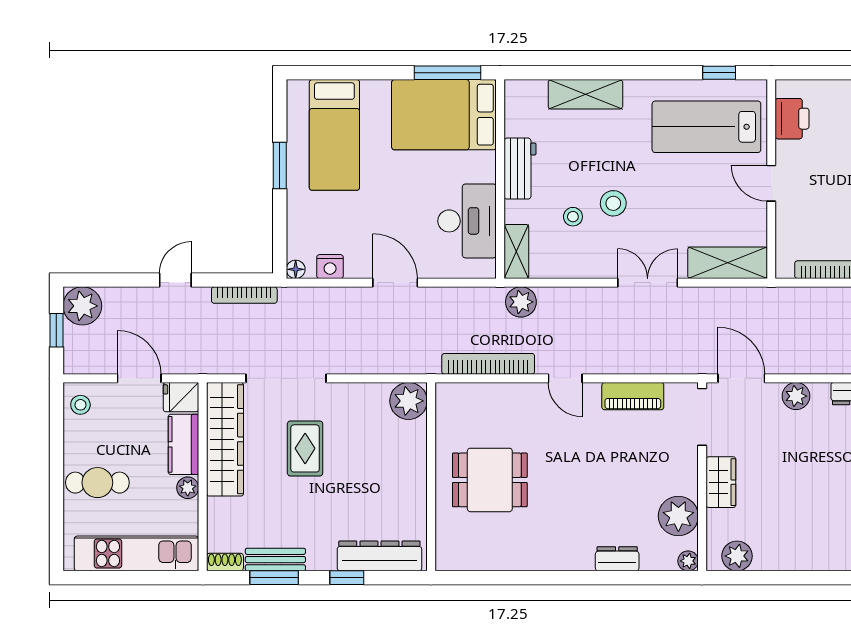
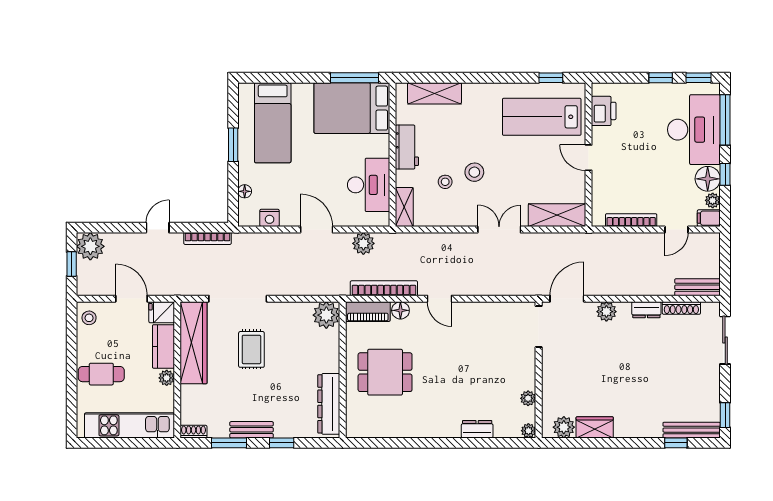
shelving: (585, 94) -> (434, 93), moved
floor lamp: (296, 269) -> (245, 191), moved
plant: (521, 302) -> (363, 243), moved
door: (741, 378) -> (567, 299), hinge flipped
floor lamp: (511, 394) -> (400, 310), added
piano: (633, 396) -> (368, 312), moved
wardrobe: (721, 482) -> (595, 427), moved, turned -90
plant: (678, 516) -> (528, 398), width x0.53, depth x0.53
dresser: (379, 556) -> (329, 404), moved, turned -90
bench: (275, 560) -> (252, 430), moved

